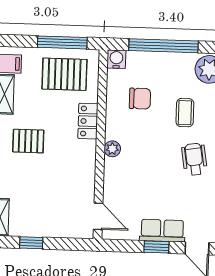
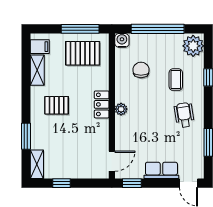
chair: (140, 99) -> (141, 70), turned -90
locker: (88, 121) -> (102, 104), moved
door: (98, 216) -> (112, 161), hinge flipped
window: (156, 247) -> (132, 183), moved

